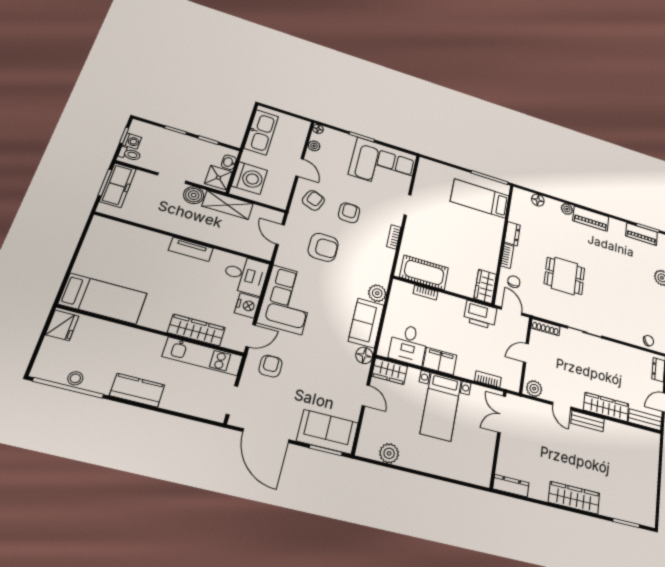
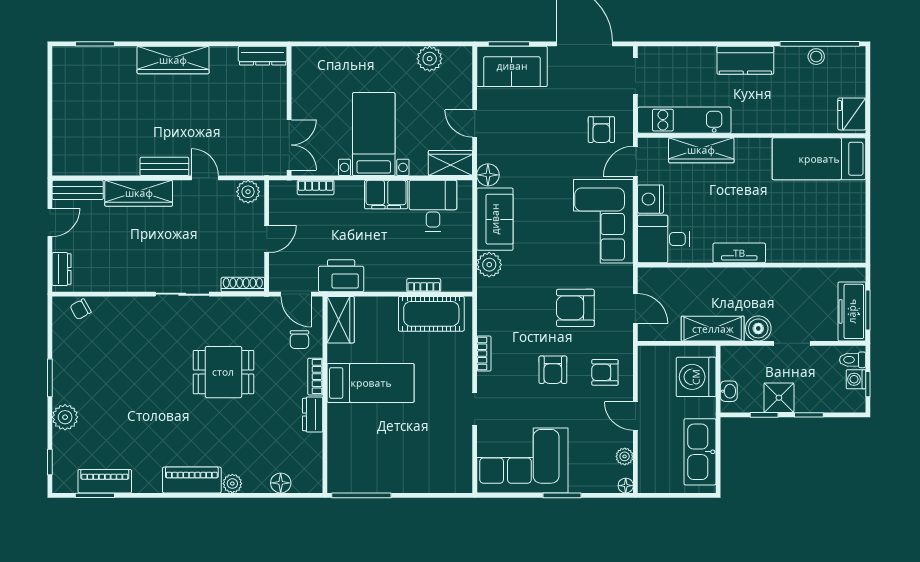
shower: (218, 178) -> (779, 398), moved
bed: (480, 199) -> (371, 383), moved
armchair: (313, 200) -> (605, 372), turned 69

